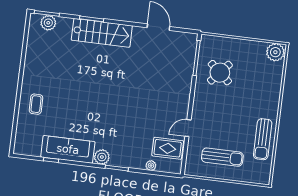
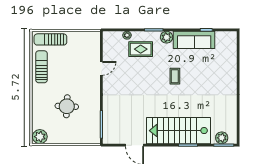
stairs: (102, 33) -> (179, 131), width x1.36, depth x1.51
round table: (220, 73) -> (67, 106), moved, turned -38
coffee table: (36, 104) -> (175, 76), moved
rug: (168, 148) -> (141, 49), moved
sun lounger: (222, 157) -> (50, 39), moved

